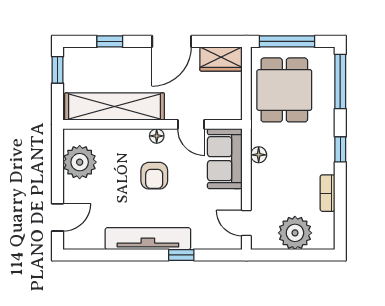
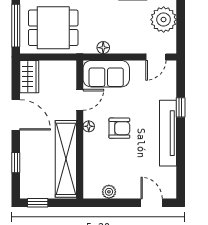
plant: (80, 162) -> (109, 192), width x0.53, depth x0.53

